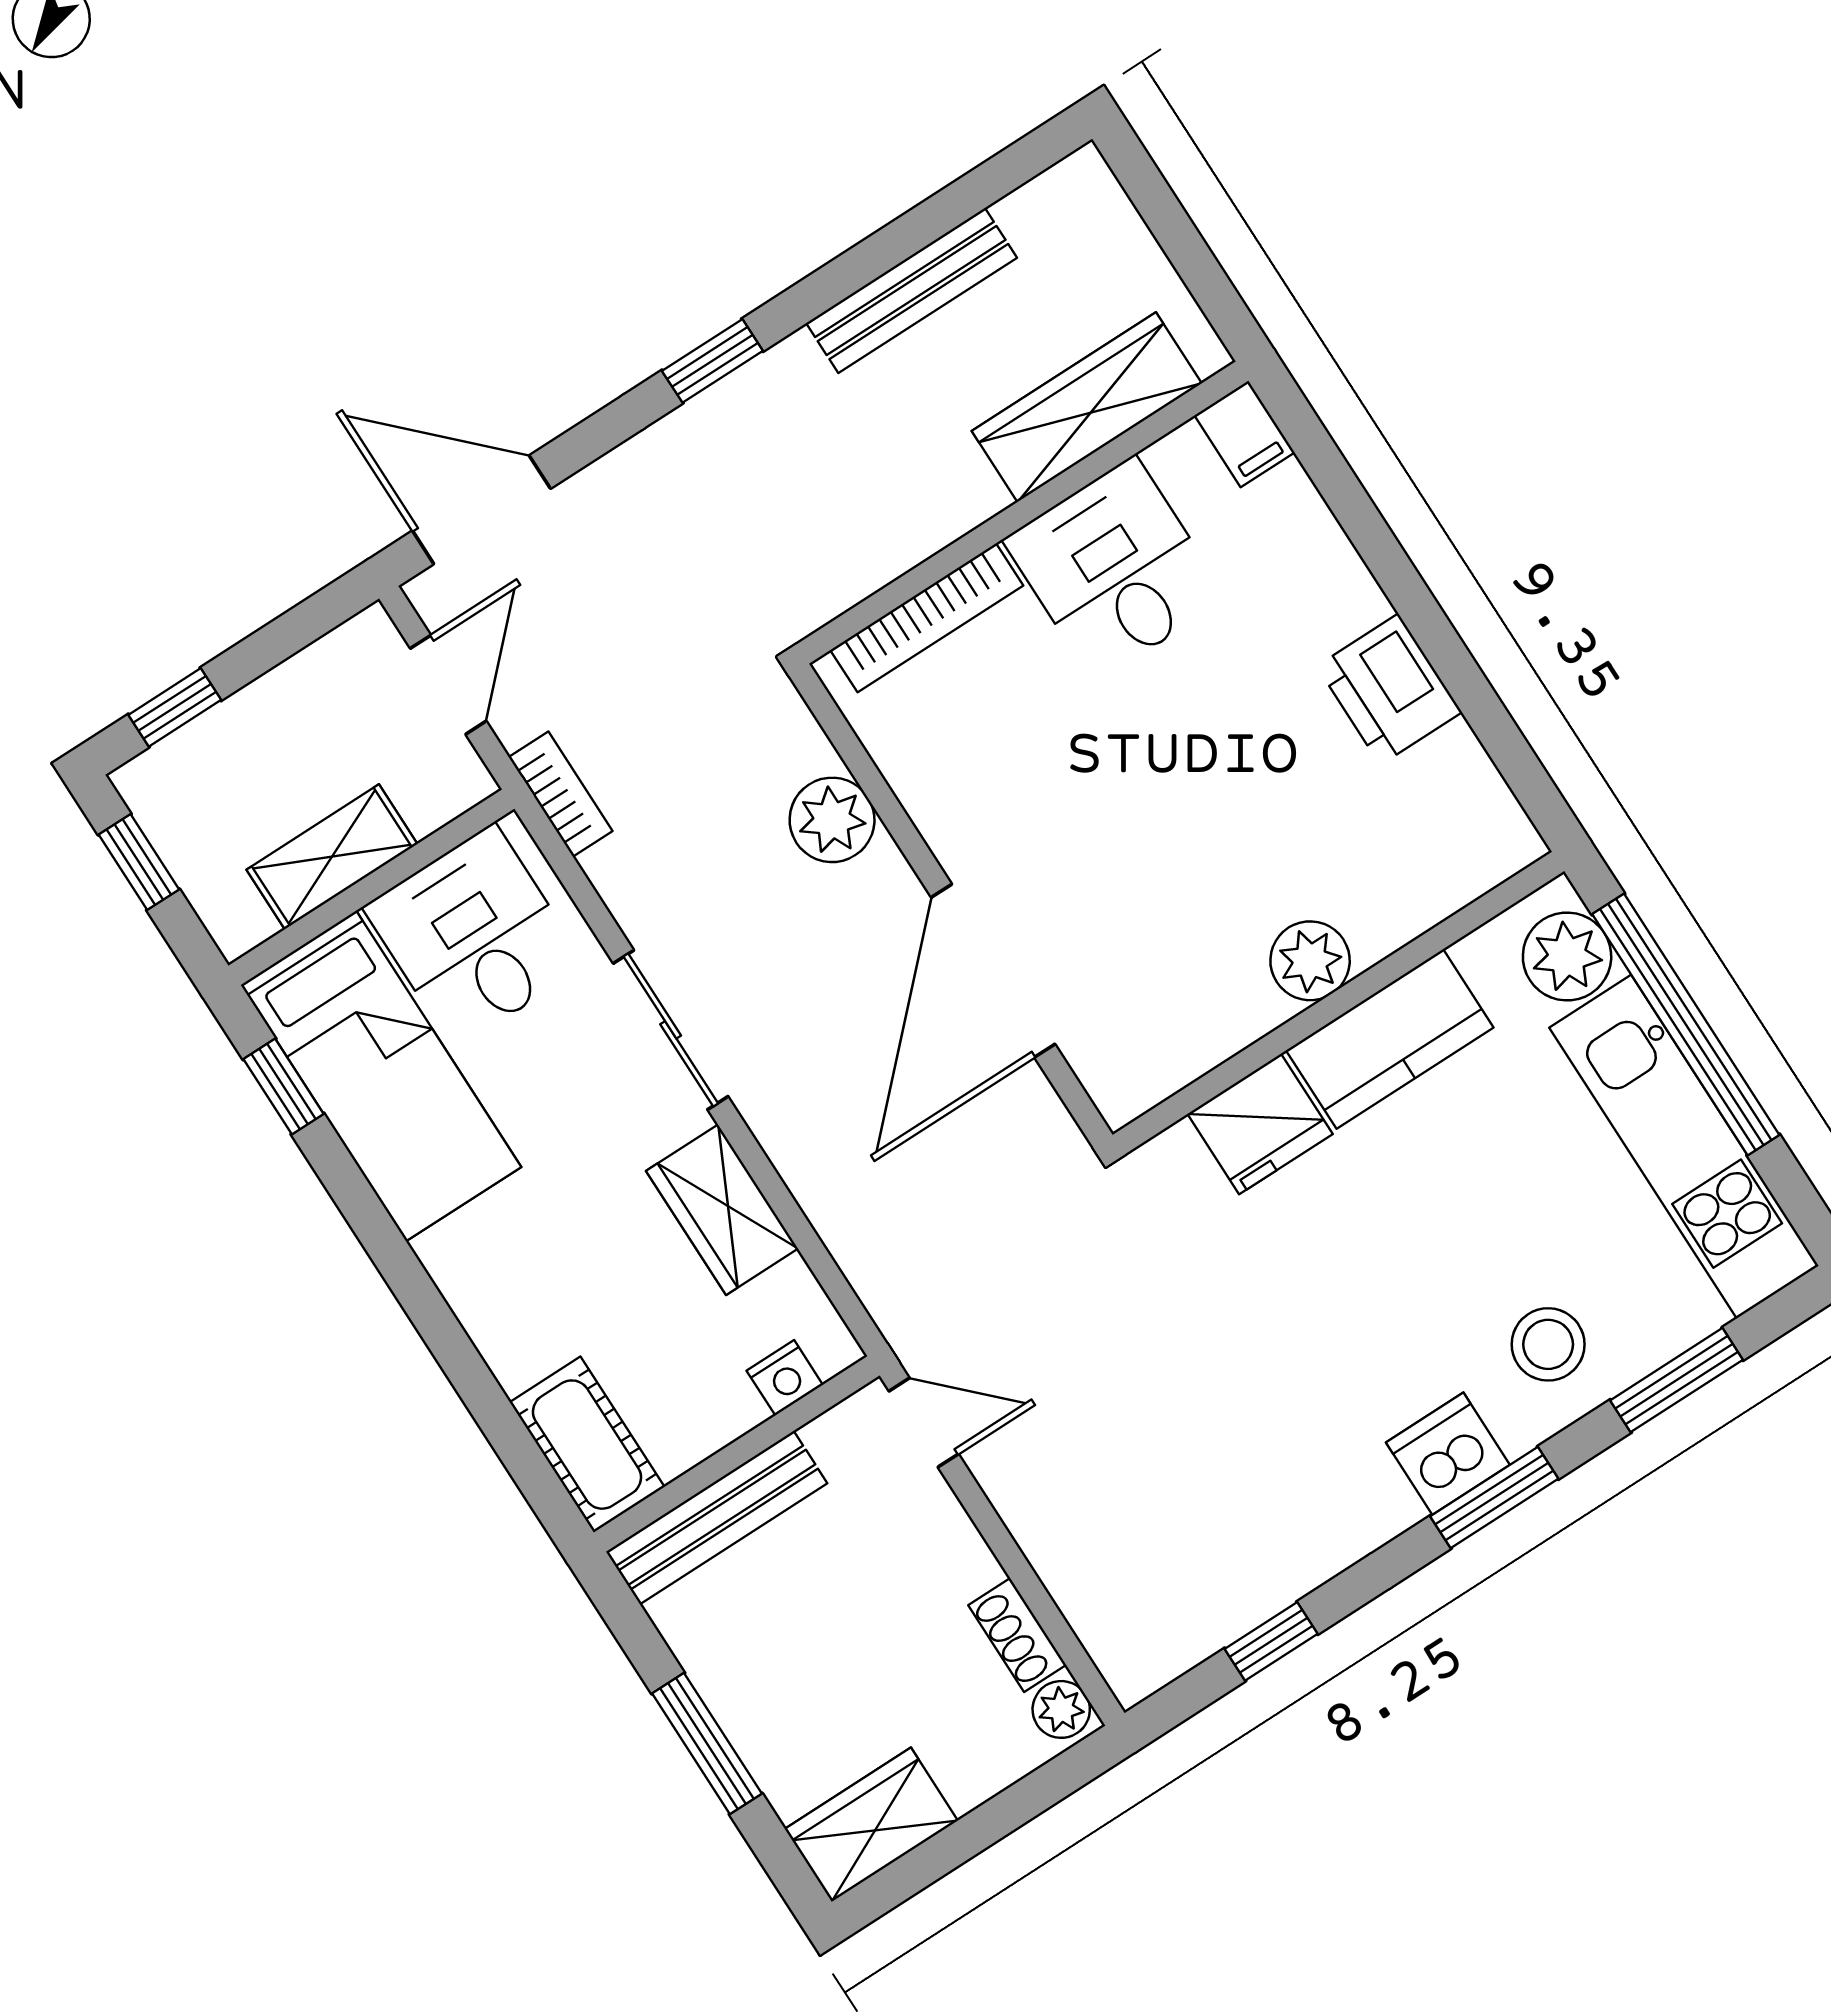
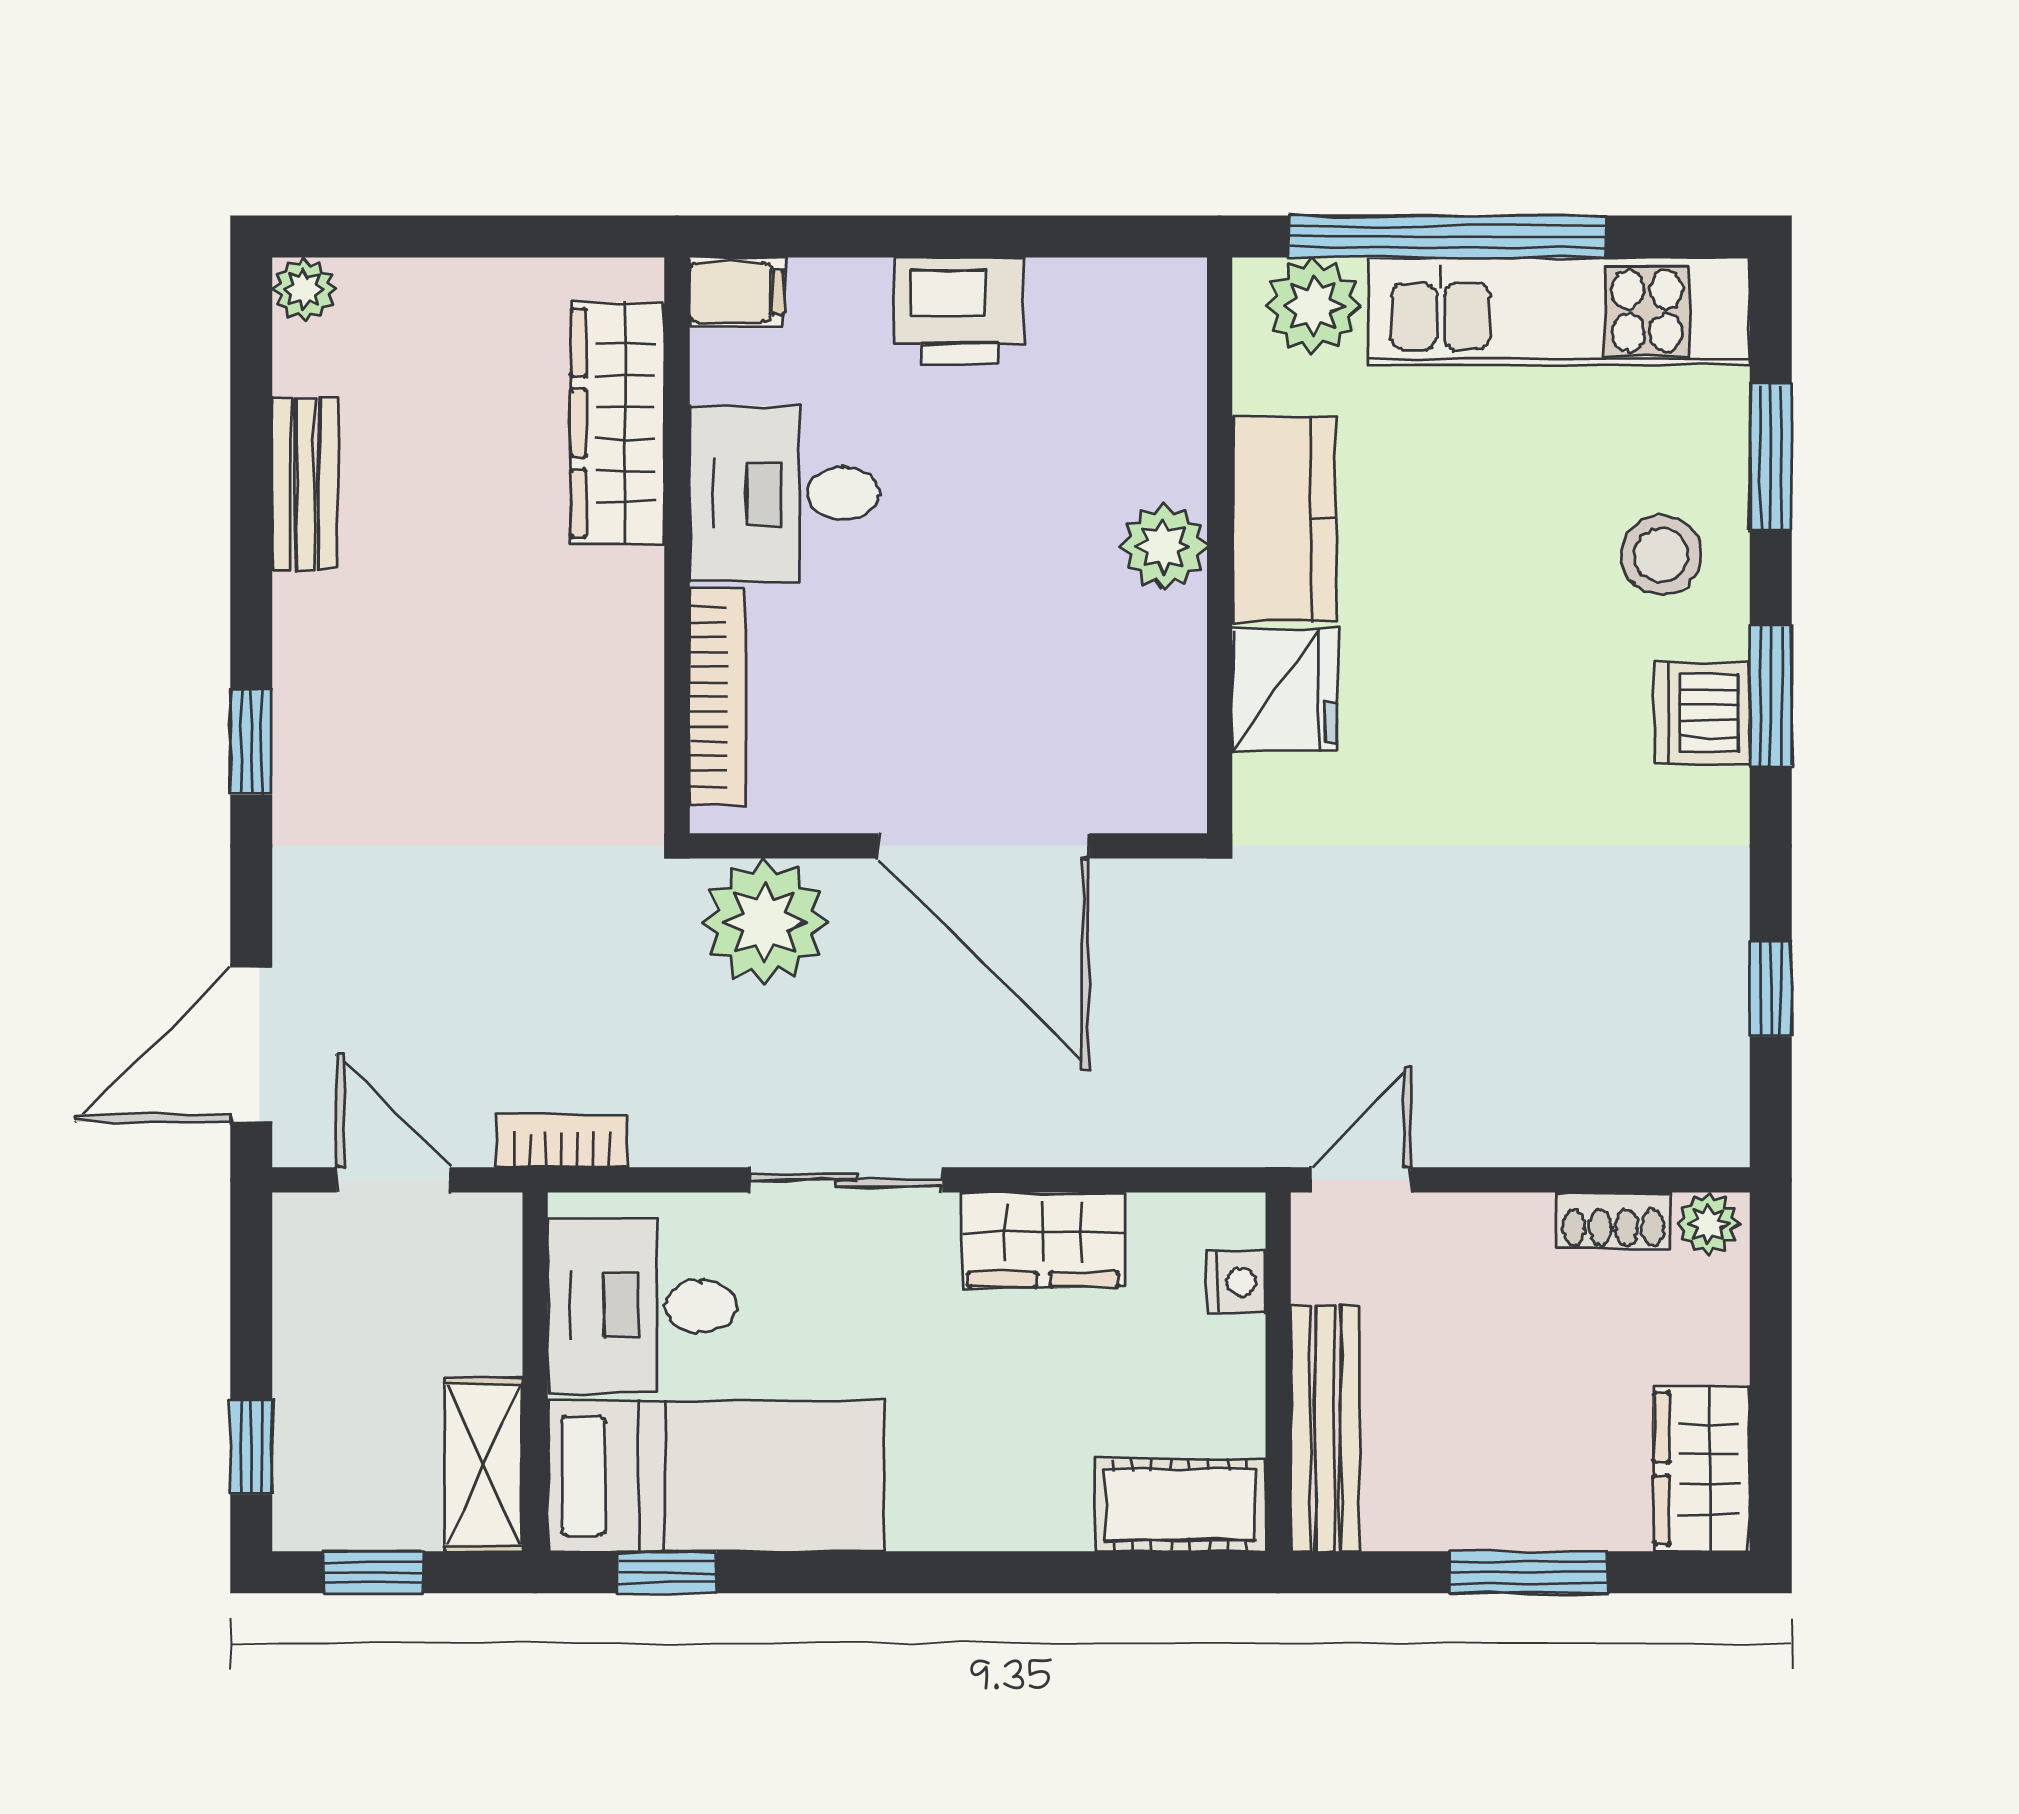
plant: (1084, 179) -> (304, 289), added
bench: (912, 290) -> (305, 484), width x0.73
wardrobe: (1087, 407) -> (618, 423), moved
filing cabinet: (1244, 434) -> (737, 293), moved
wall: (1022, 513) -> (677, 545), moved
desk: (1115, 569) -> (785, 493), moved
bookcase: (927, 618) -> (717, 697), moved
plant: (832, 820) -> (765, 922), width x1.36, depth x1.36
shelving: (332, 857) -> (483, 1465), moved

